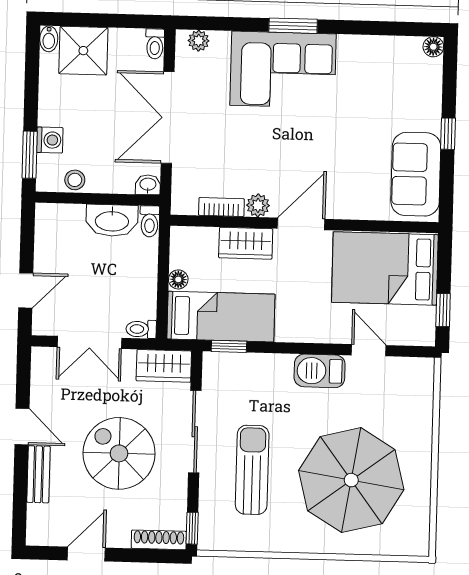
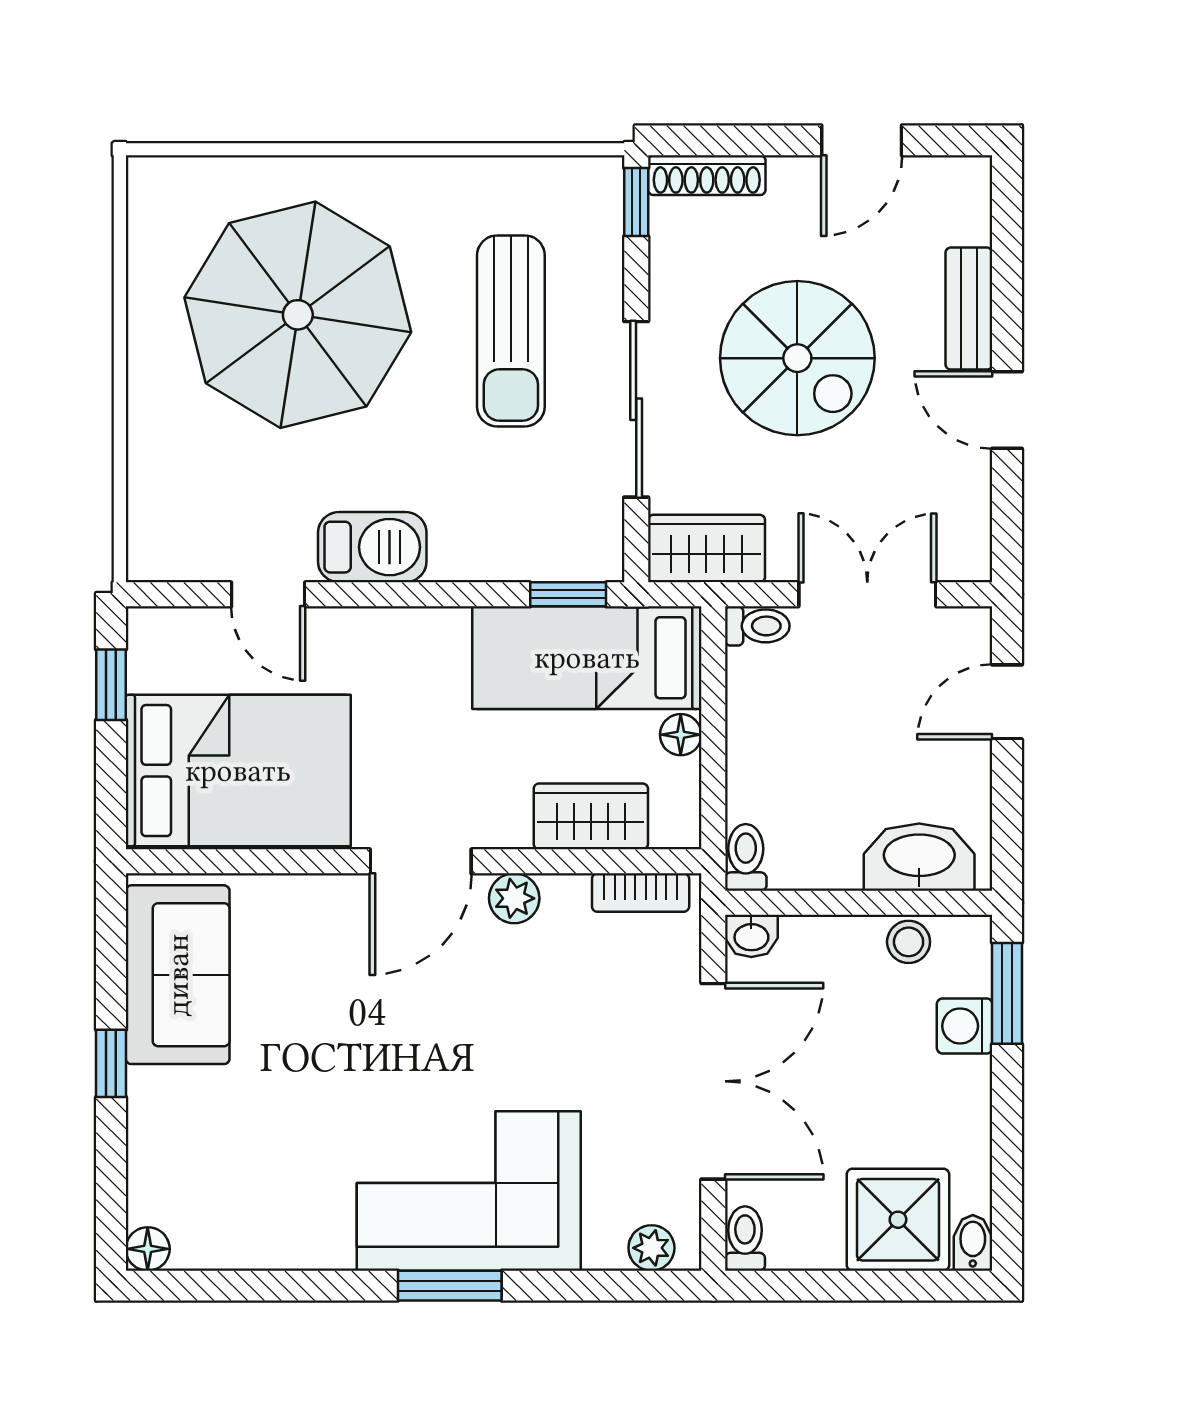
bookcase: (221, 207) -> (641, 893), moved
washbasin: (112, 220) -> (919, 857), moved
wardrobe: (246, 243) -> (591, 816), moved

